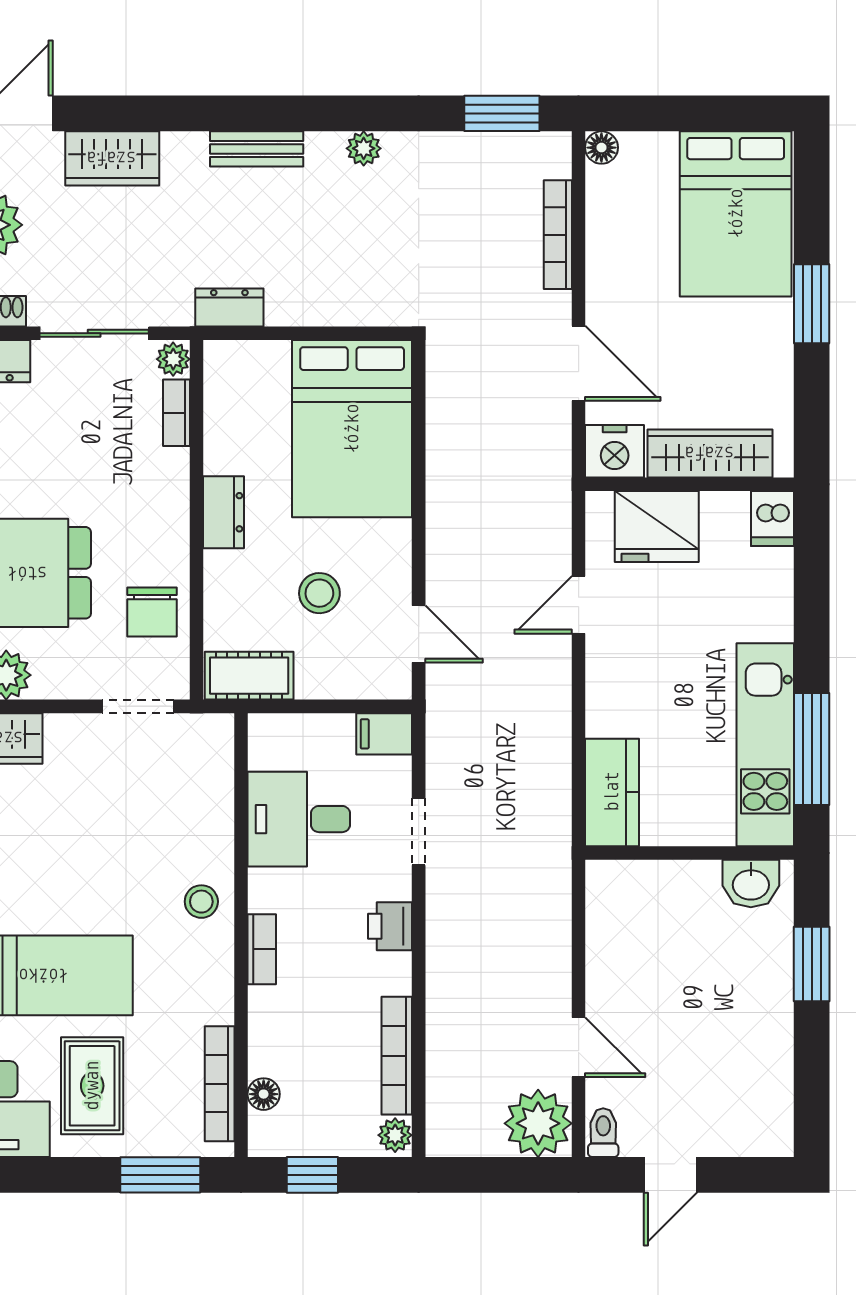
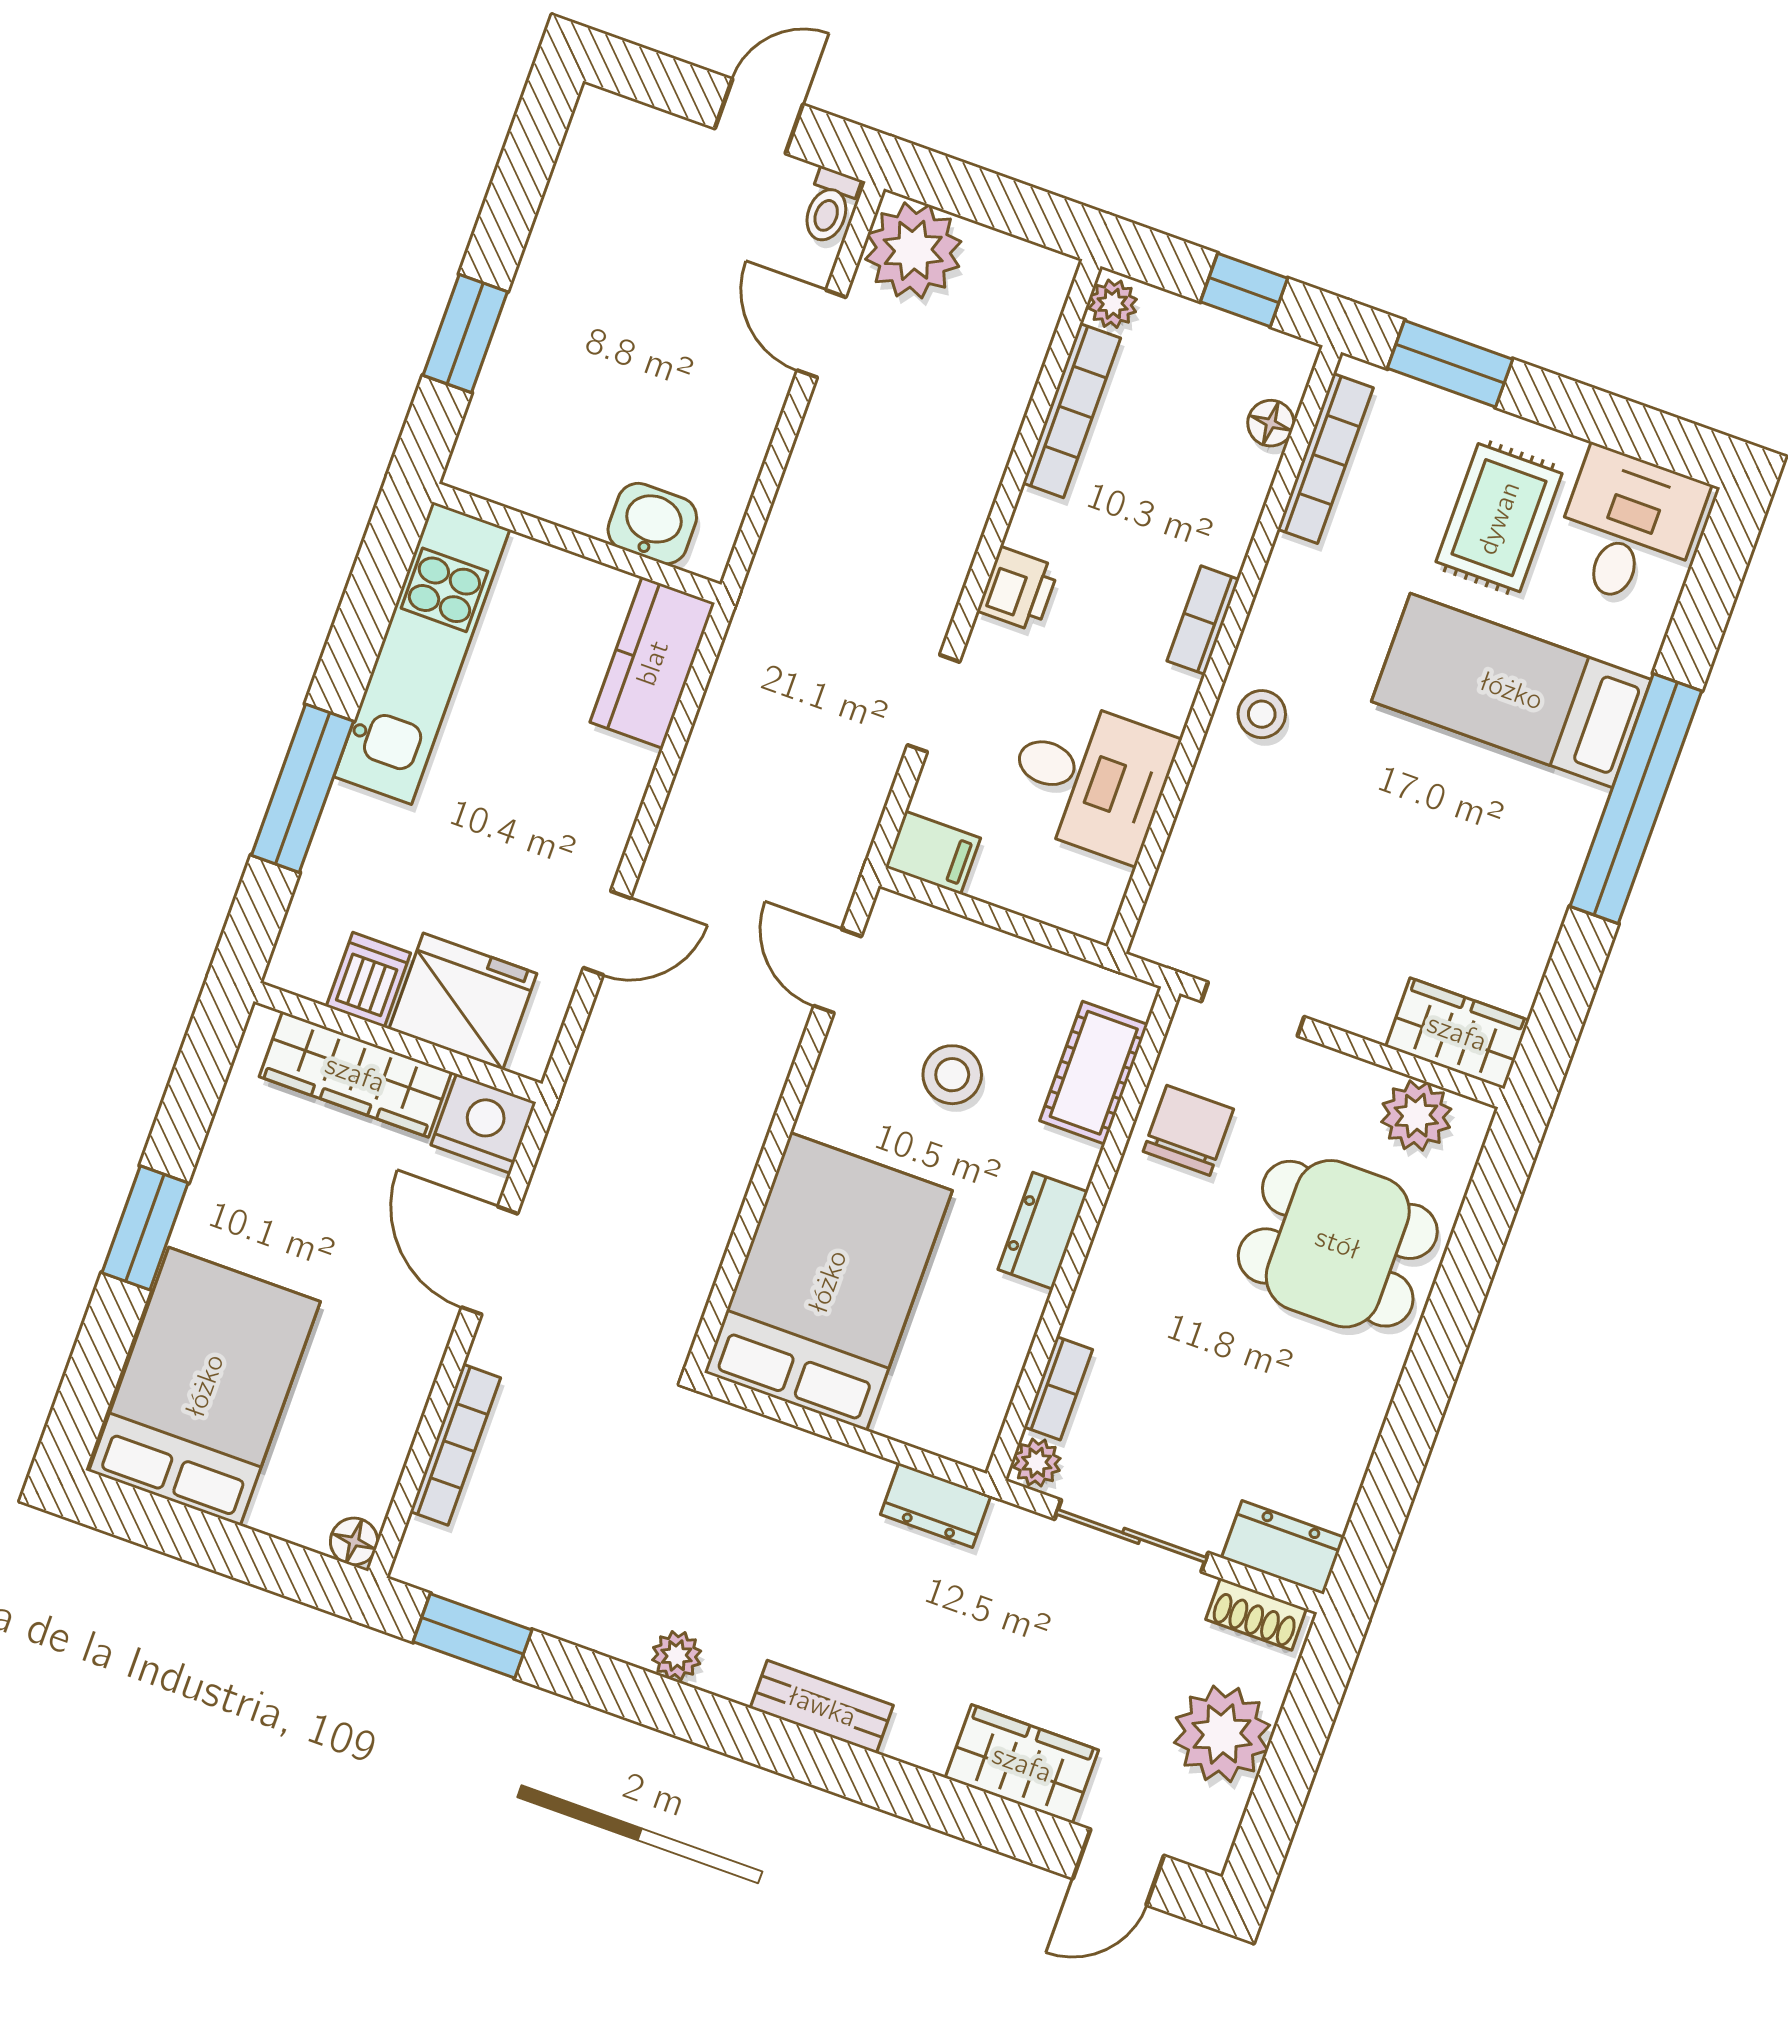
dishwasher: (773, 518) -> (368, 980), moved
cot: (249, 676) -> (1094, 1073), moved, turned 90
window: (812, 749) -> (302, 788), moved
washbasin: (751, 883) -> (652, 523), moved

